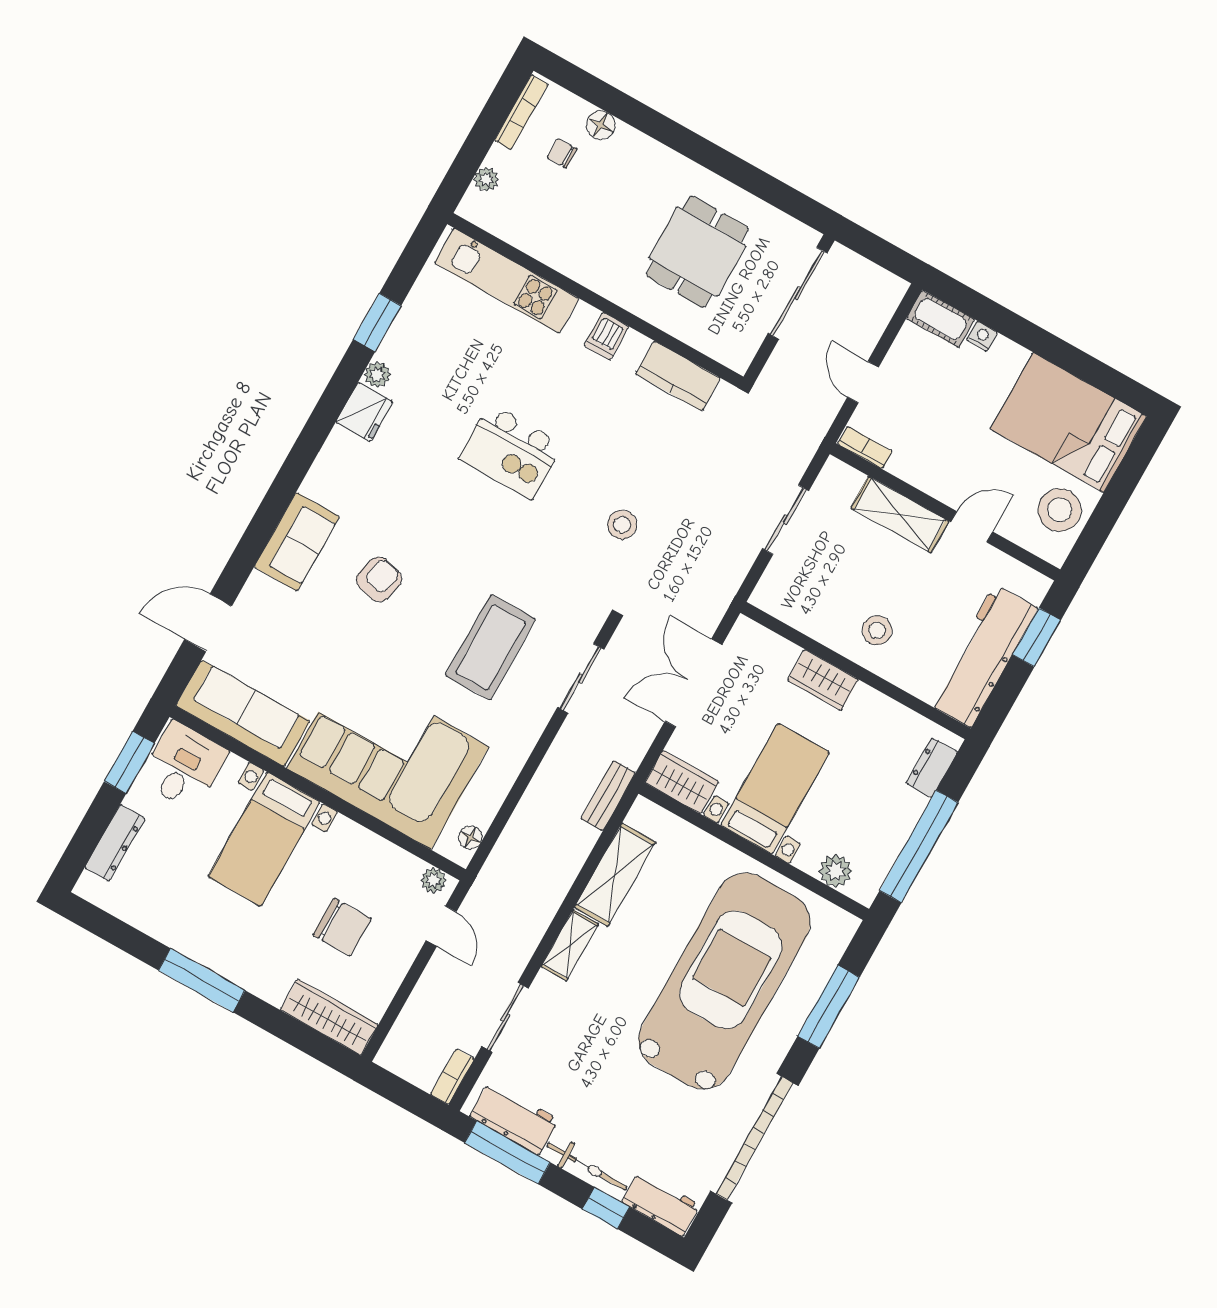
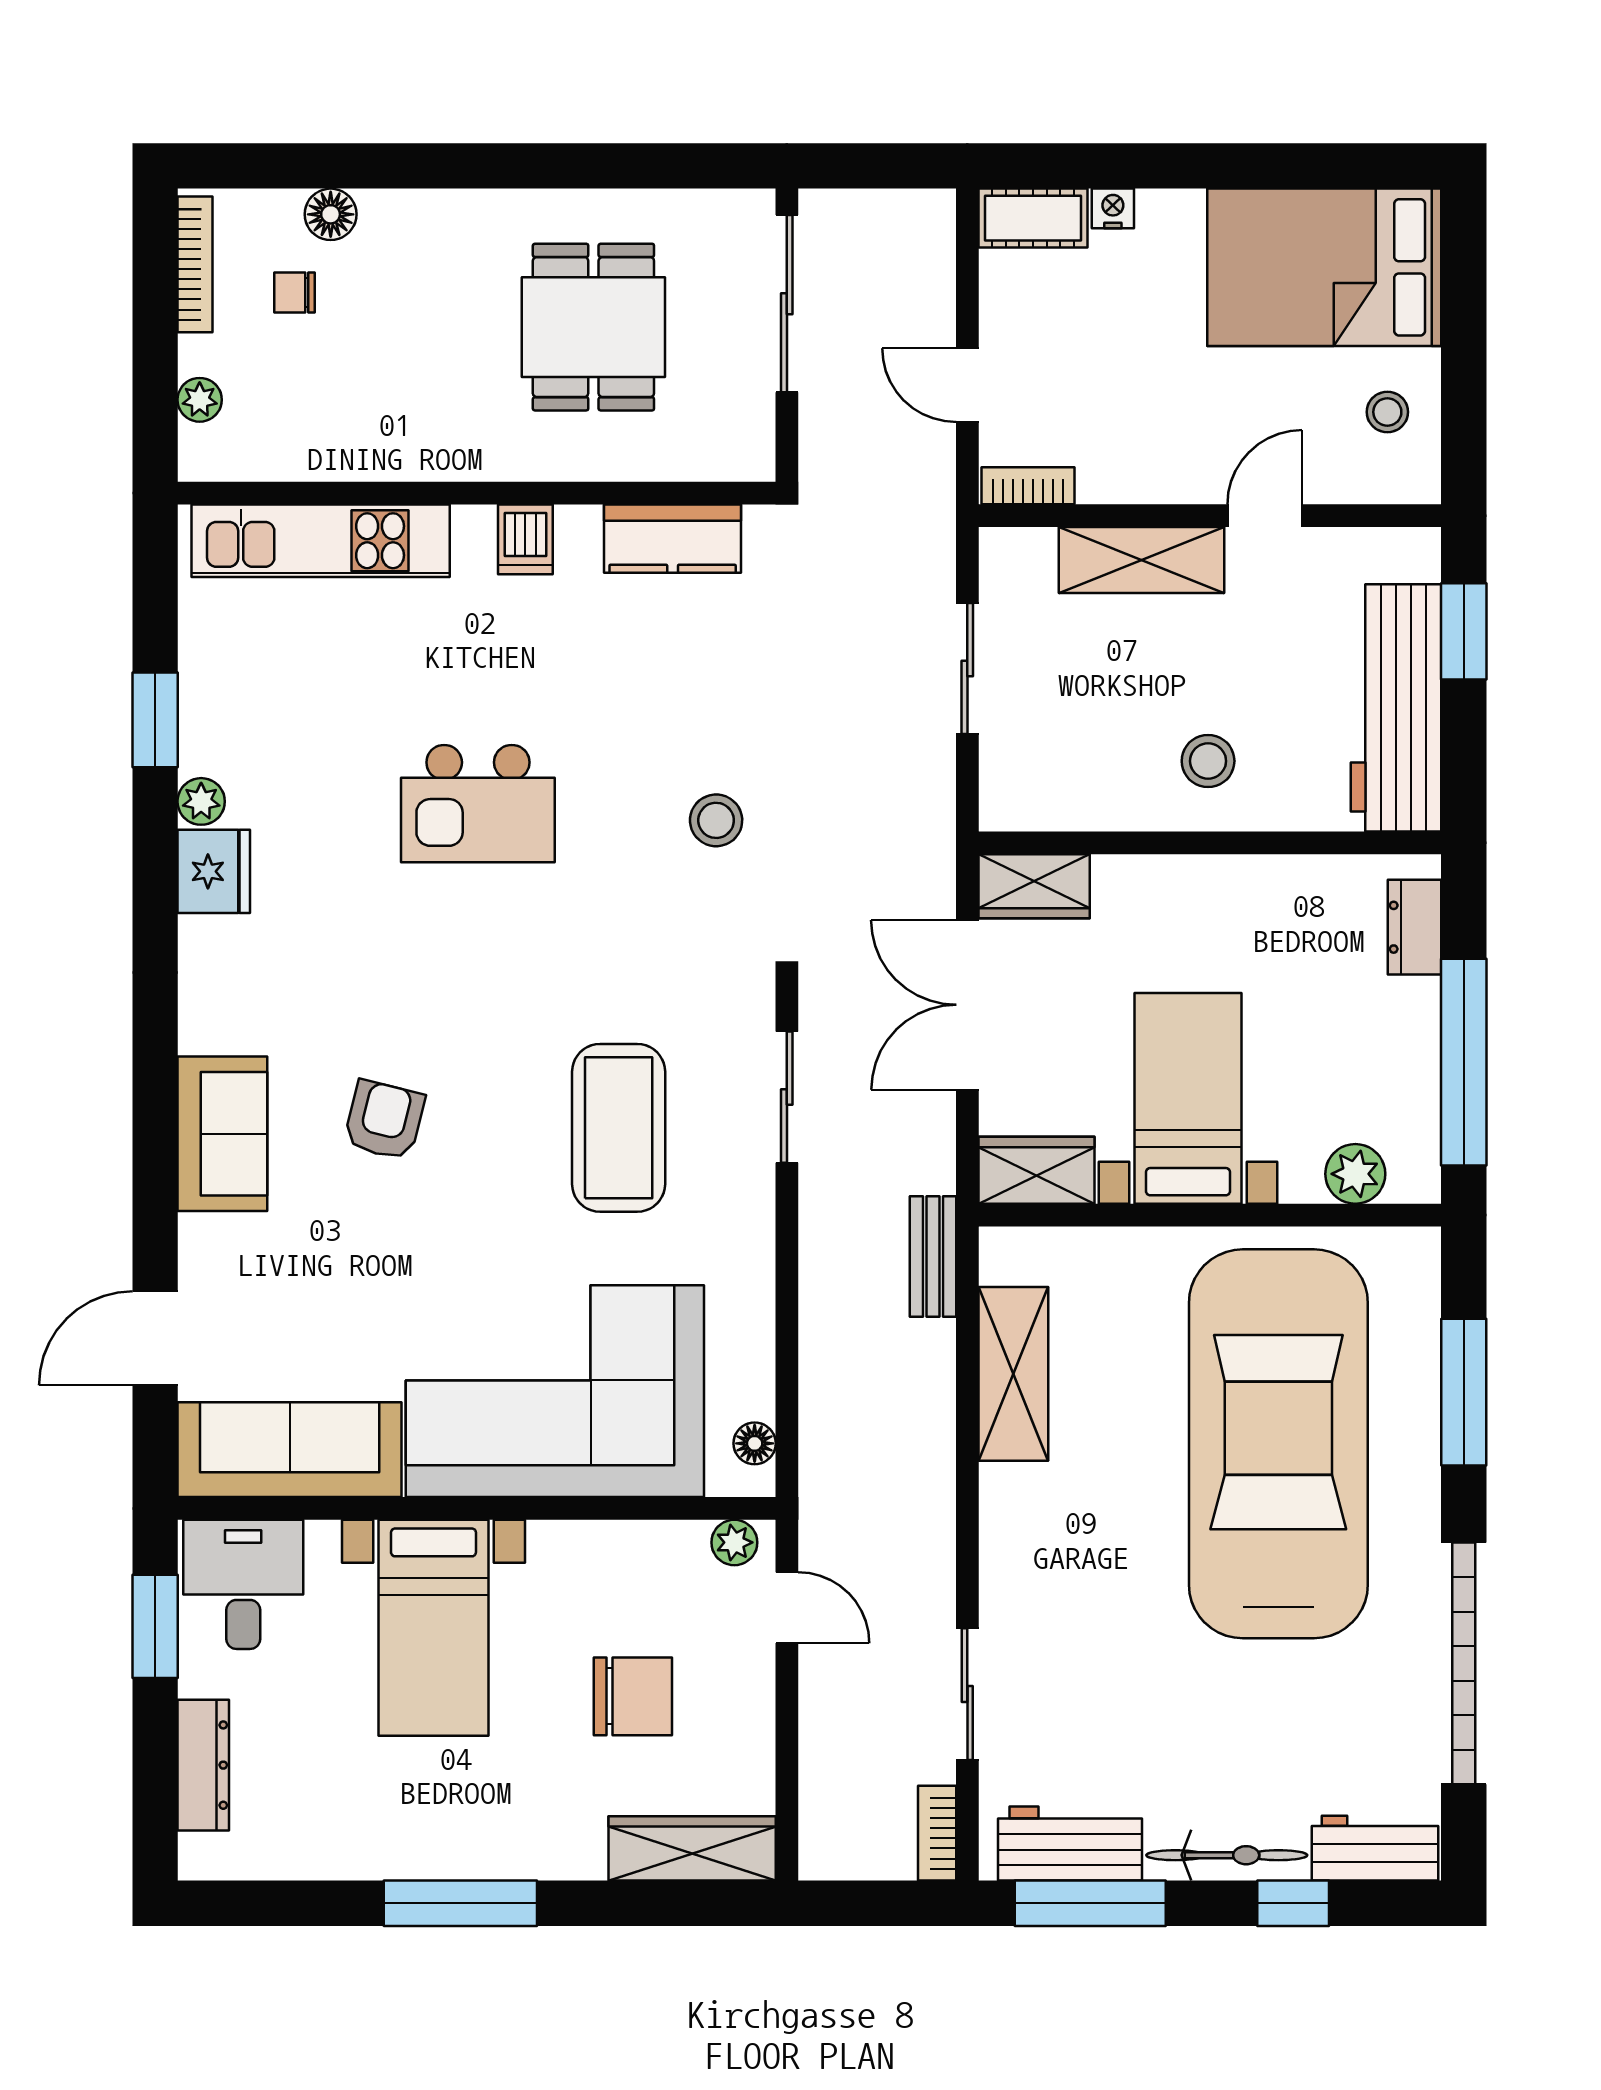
stool: (1060, 510) -> (1387, 412), width x0.53, depth x0.53
wardrobe: (823, 680) -> (1034, 886), moved
shelving: (570, 945) -> (1005, 1524), removed

